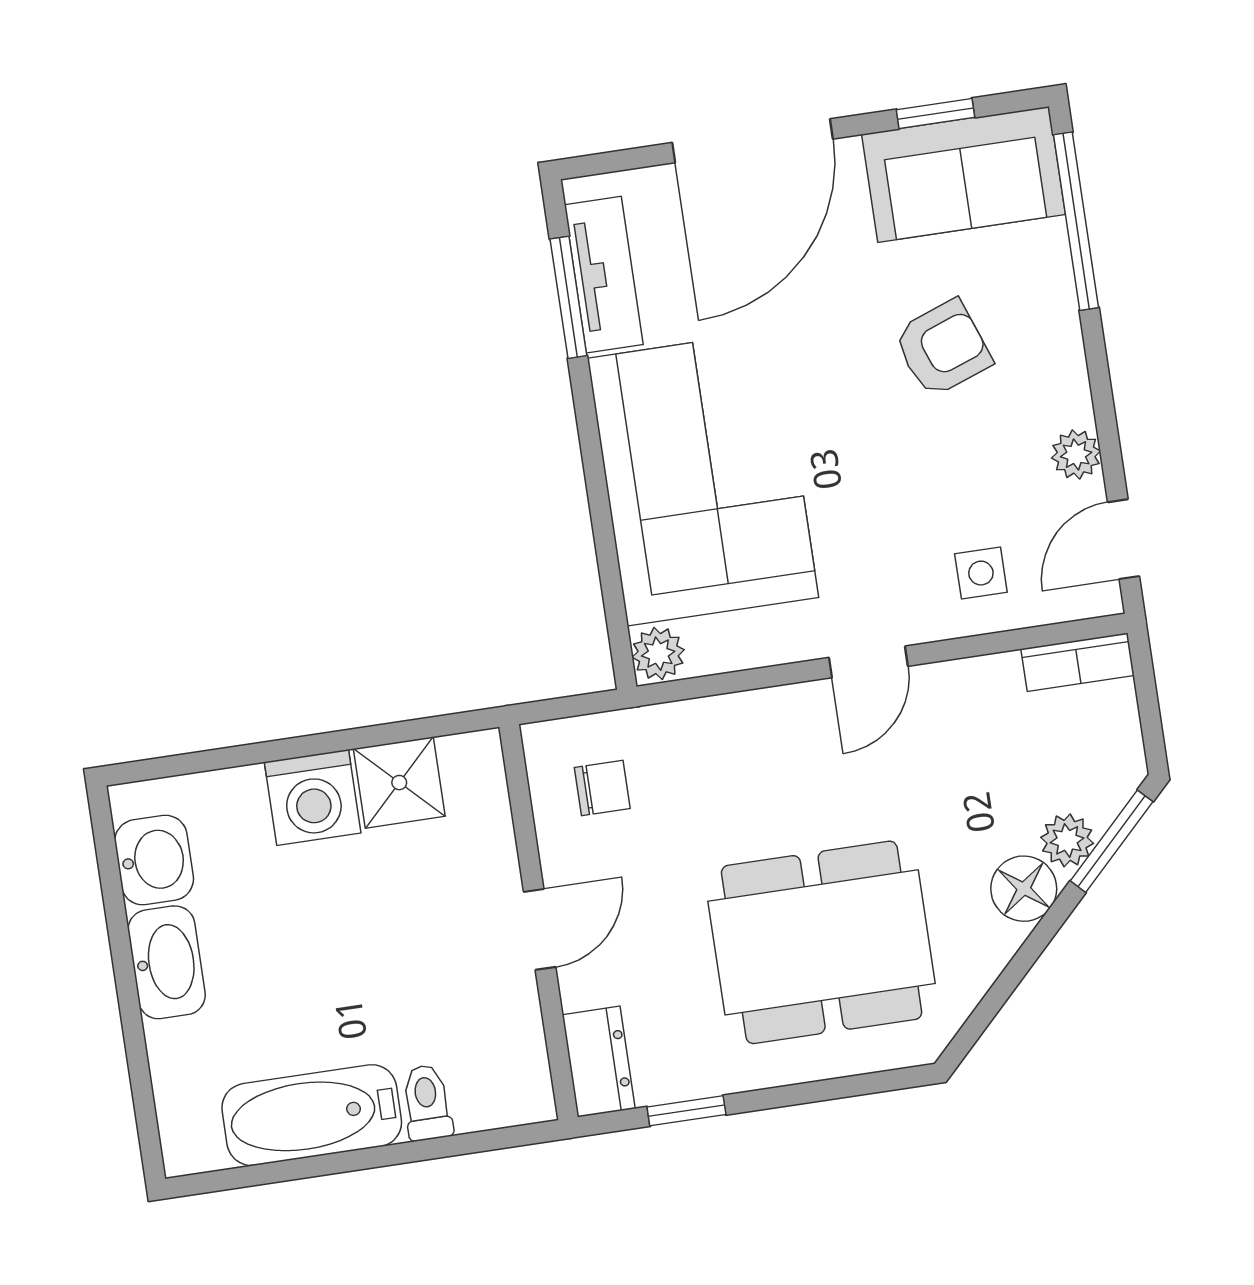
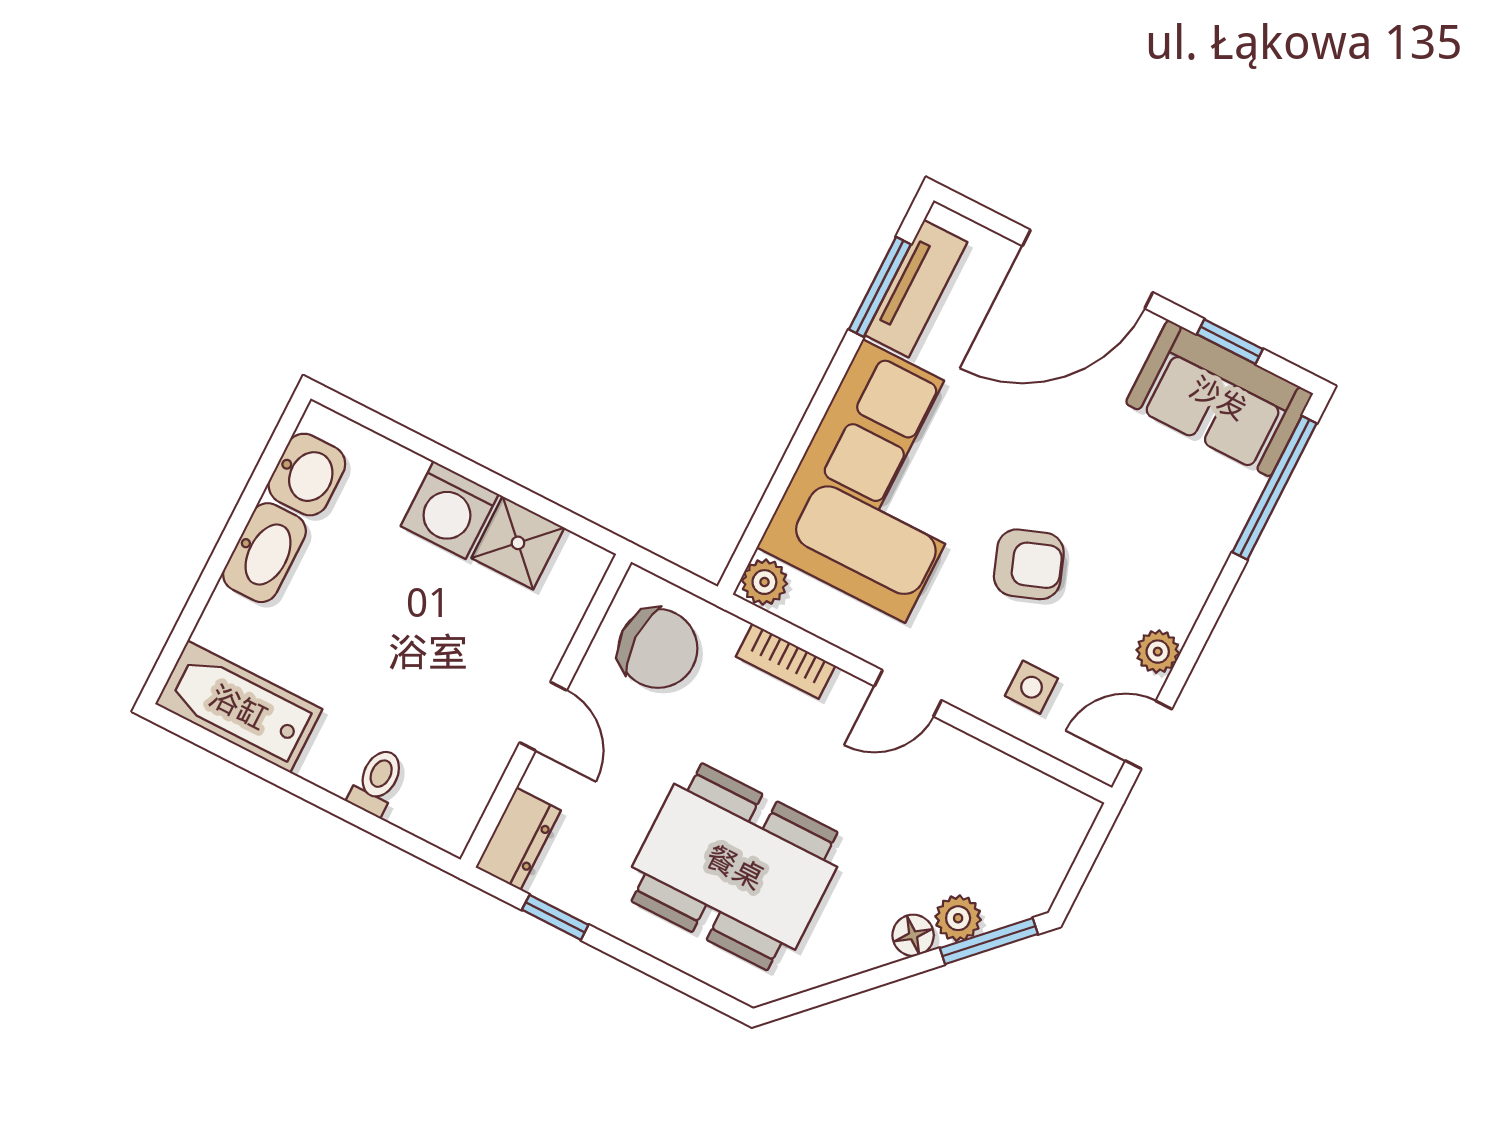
armchair: (943, 348) -> (1029, 564), moved
bookcase: (1078, 662) -> (786, 661), moved
chair: (602, 788) -> (658, 648), width x1.87, depth x1.87
floor lamp: (1024, 889) -> (913, 935), width x0.73, depth x0.73
door: (540, 929) -> (543, 716), hinge flipped
bathtub: (312, 1115) -> (239, 707), moved

